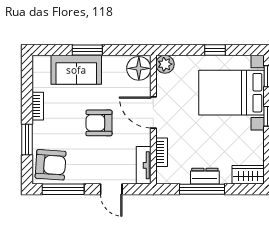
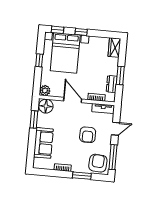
window: (87, 50) -> (34, 119), moved
door: (153, 112) -> (73, 100), swing flipped
armchair: (99, 123) -> (88, 135), moved
dresser: (205, 176) -> (112, 84), moved
window: (202, 189) -> (120, 75), width x0.69

